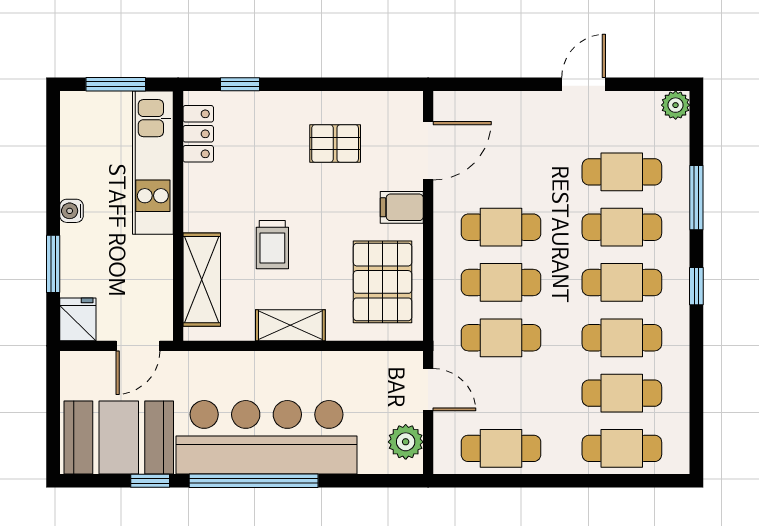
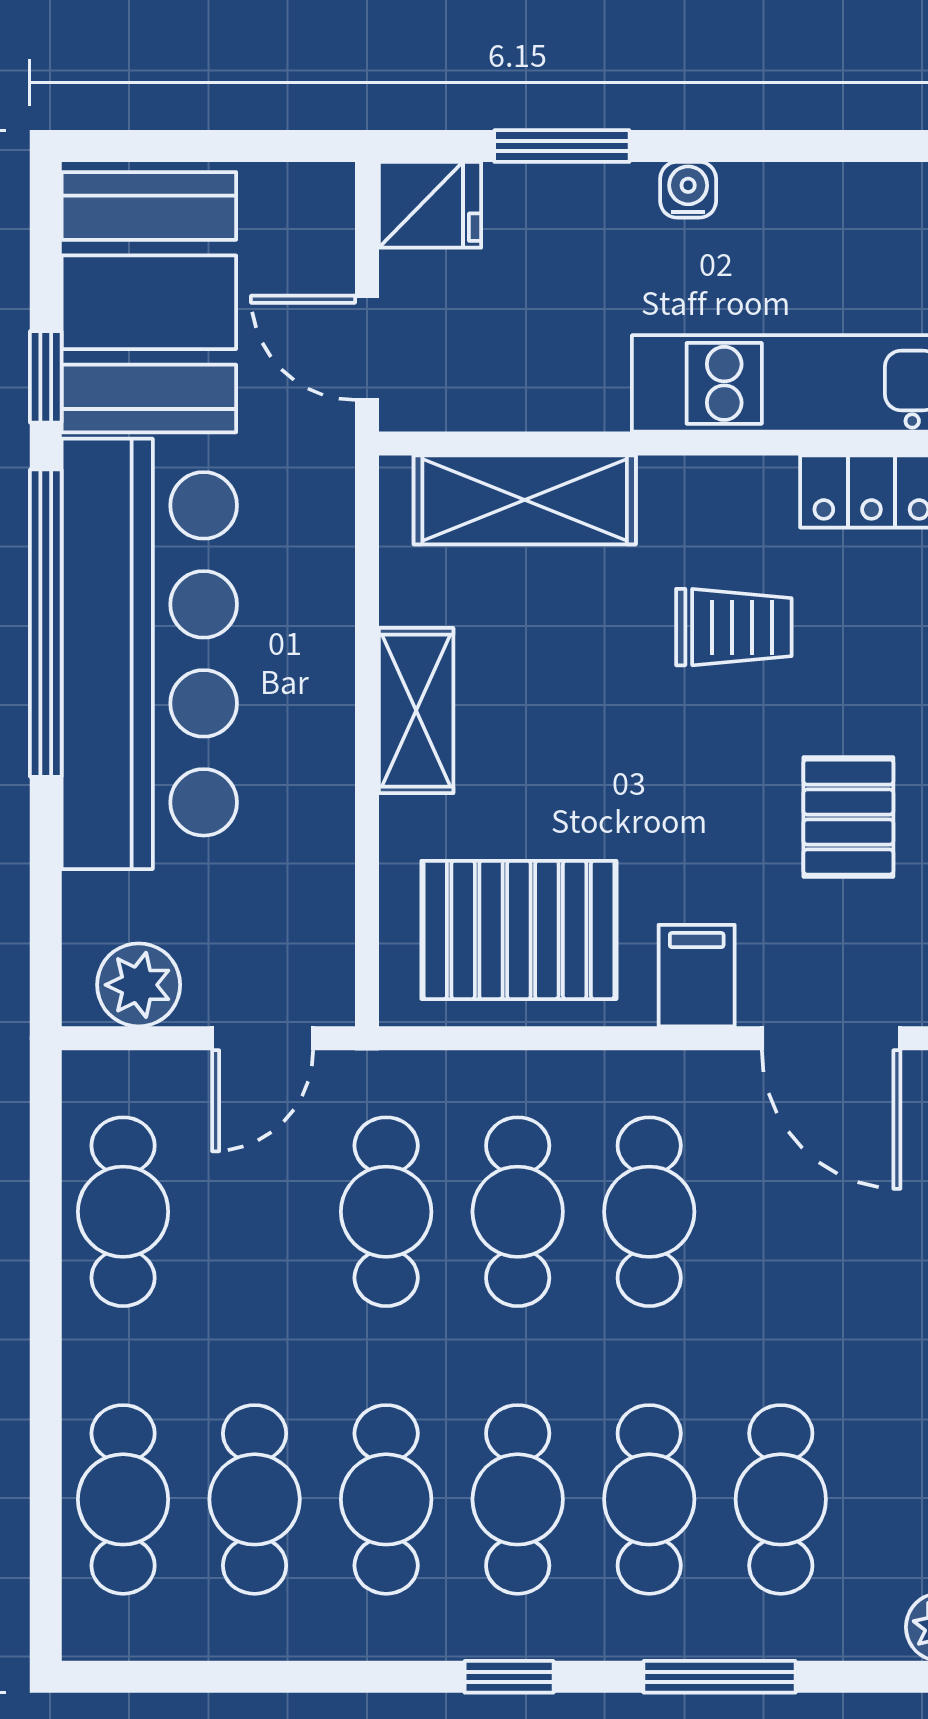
trolley: (272, 245) -> (734, 627), moved, turned 180

